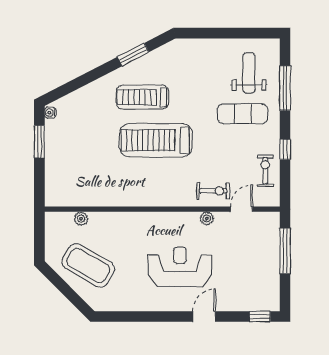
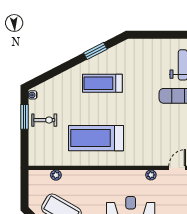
treadmill: (156, 140) -> (96, 138), moved
exercise bike: (213, 191) -> (44, 120), moved

